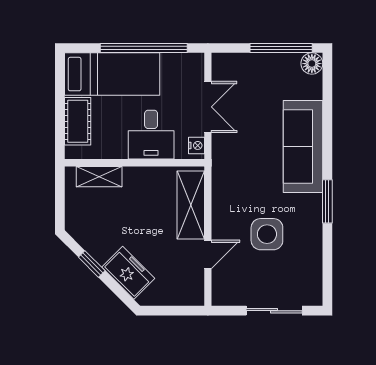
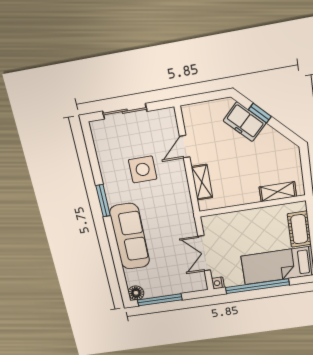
desk: (151, 135) -> (243, 228), removed
nightstand: (196, 145) -> (218, 283), moved
shelving: (191, 205) -> (202, 182), width x0.67, depth x0.75
window: (92, 264) -> (260, 113), moved

